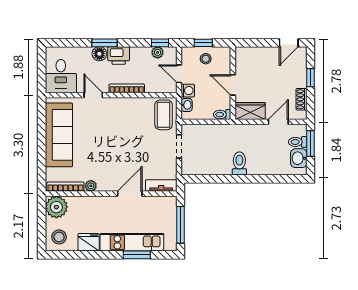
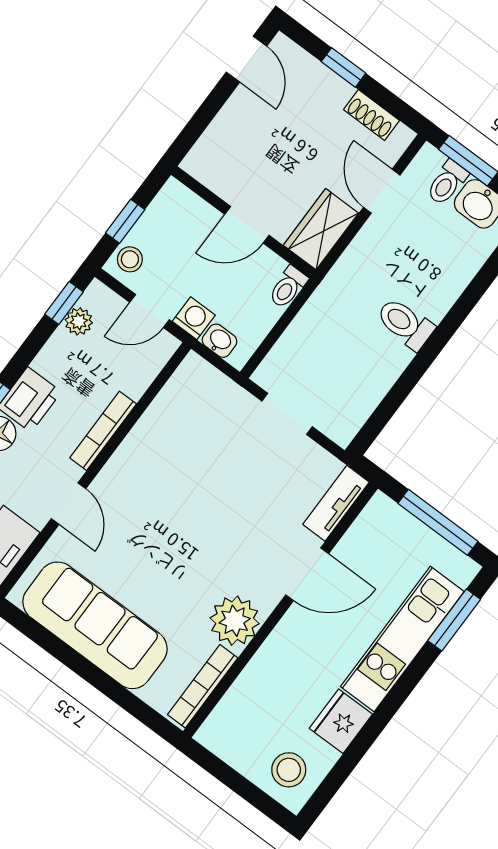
stool: (206, 59) -> (130, 259), moved
door: (93, 95) -> (68, 504), swing flipped
coffee table: (164, 115) -> (205, 398), removed
plant: (91, 186) -> (235, 621), width x1.88, depth x1.88
door: (130, 194) -> (307, 574), swing flipped
plant: (56, 207) -> (228, 732), removed
window: (137, 255) -> (454, 620), moved

